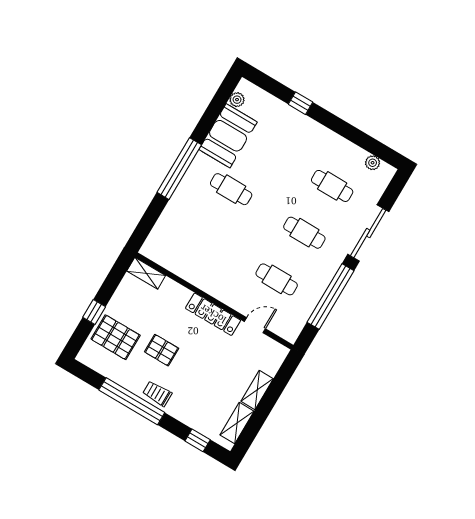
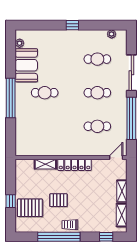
window: (300, 103) -> (72, 25), moved
shelving: (146, 273) -> (45, 164), moved
door: (255, 325) -> (116, 158), moved

